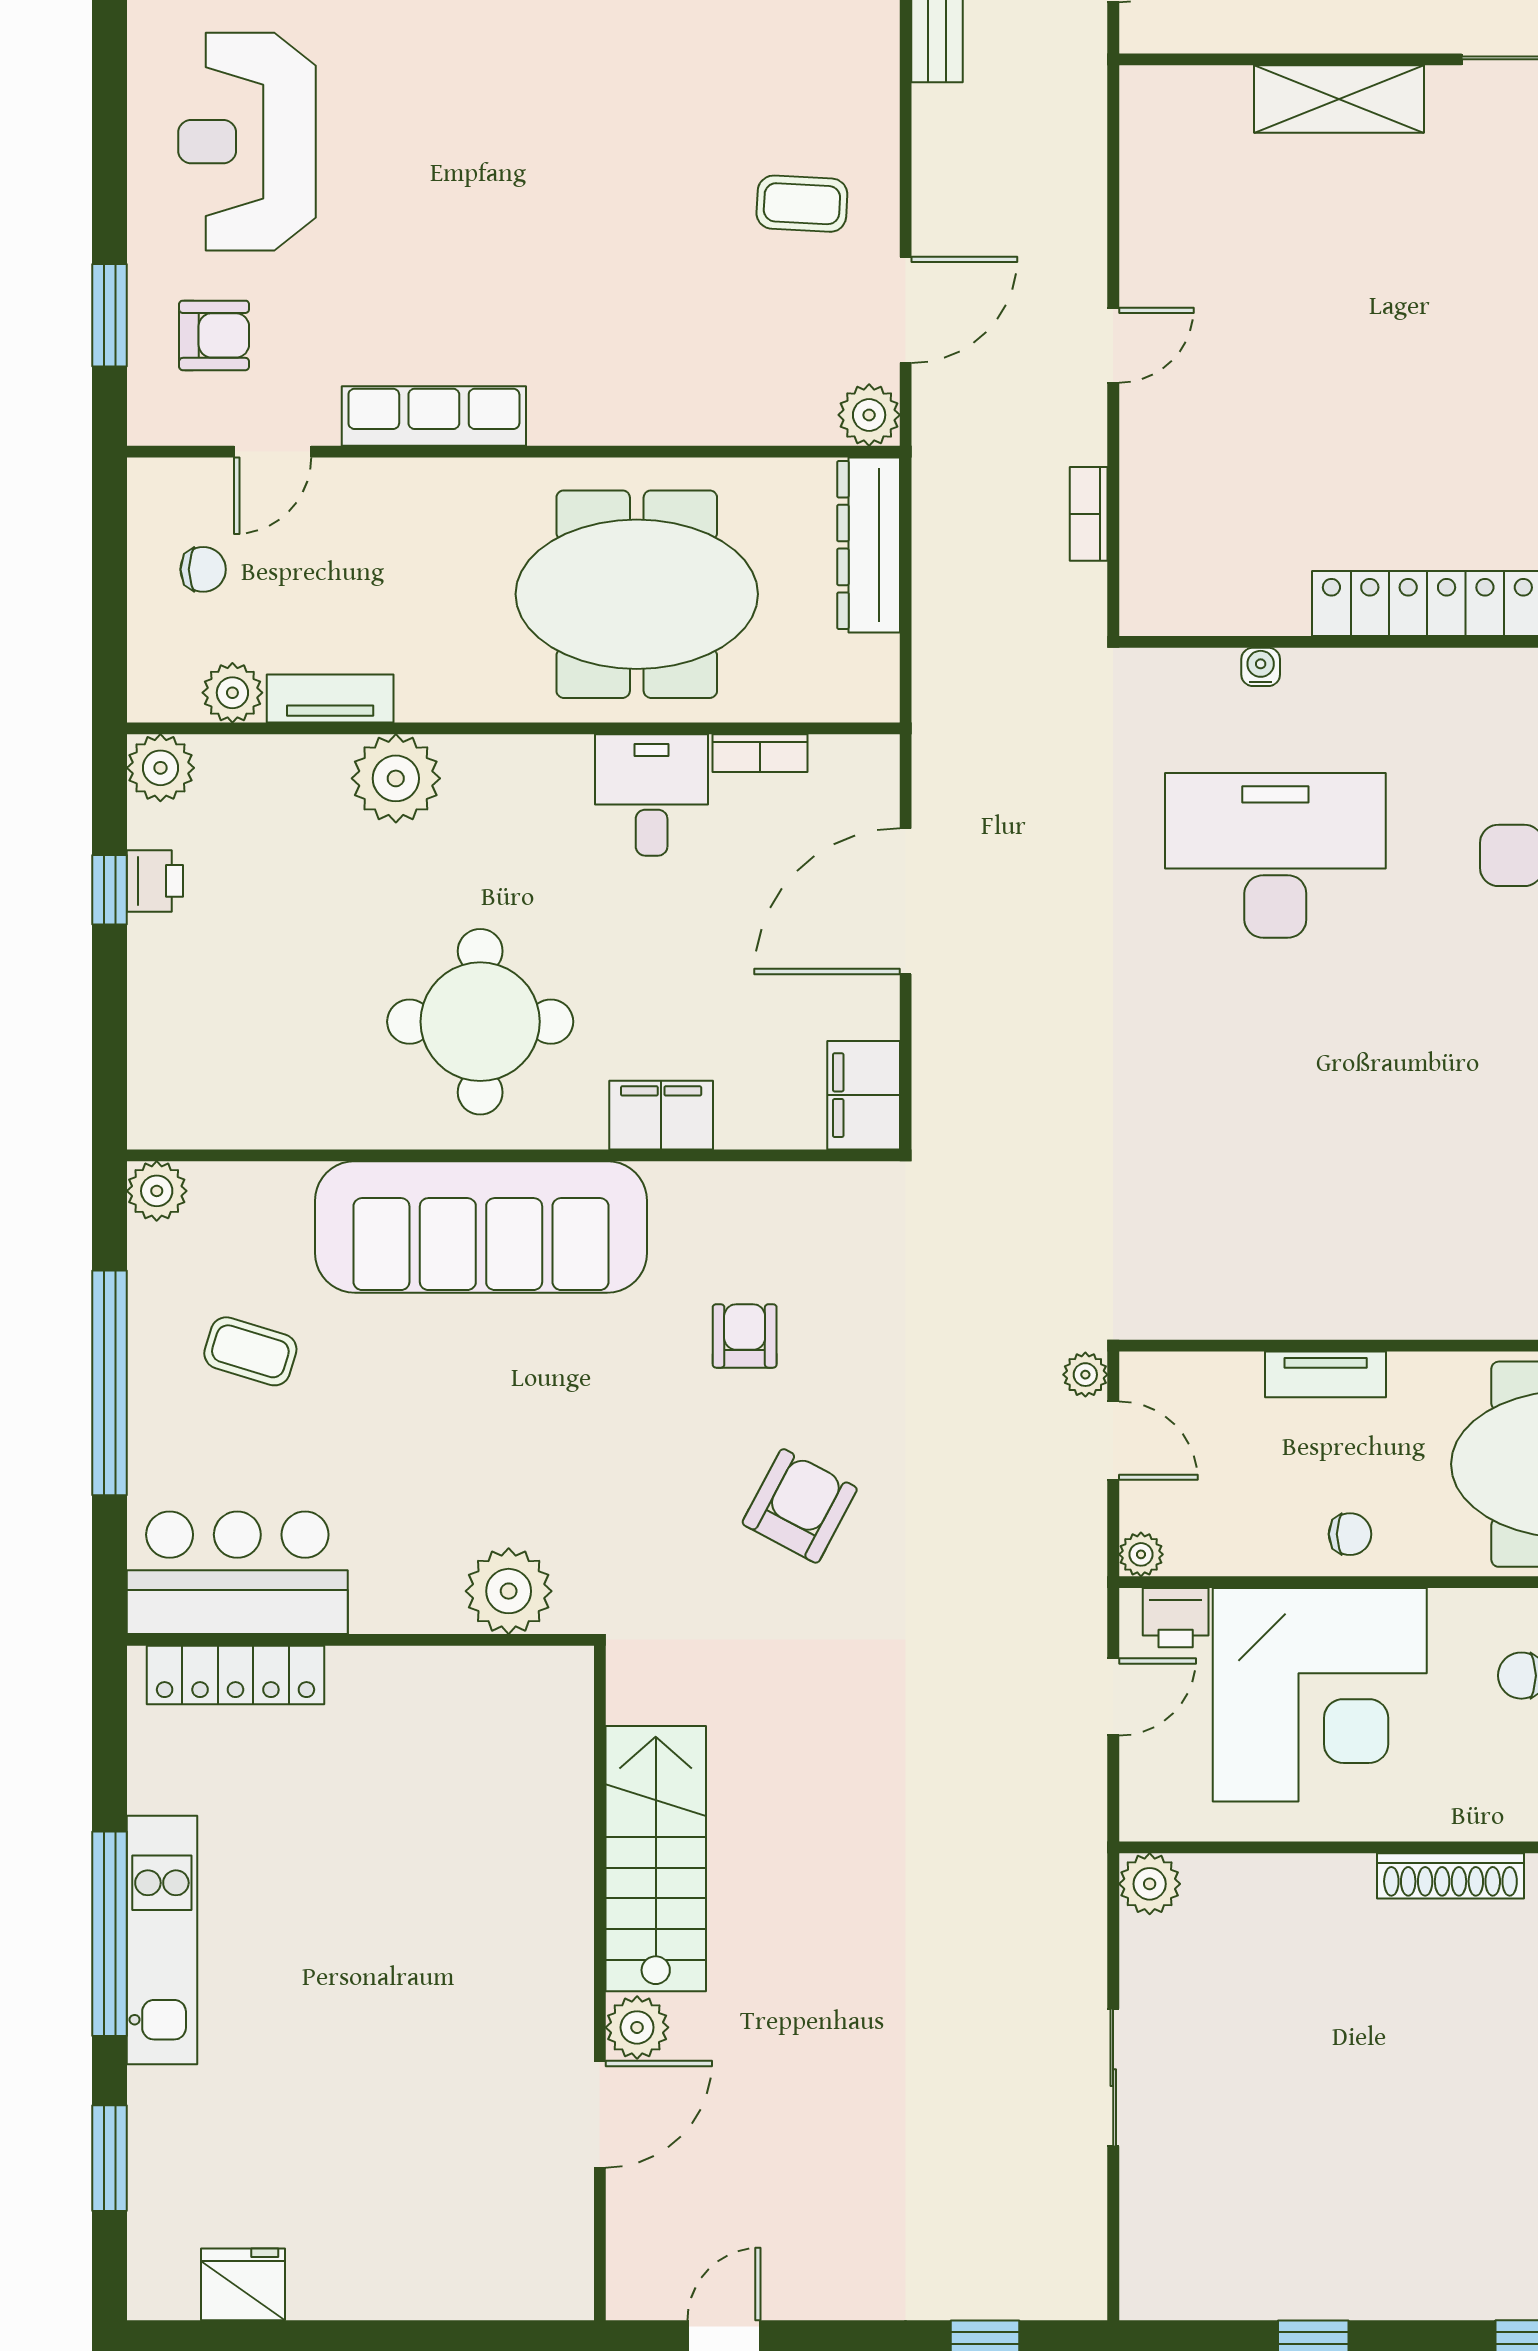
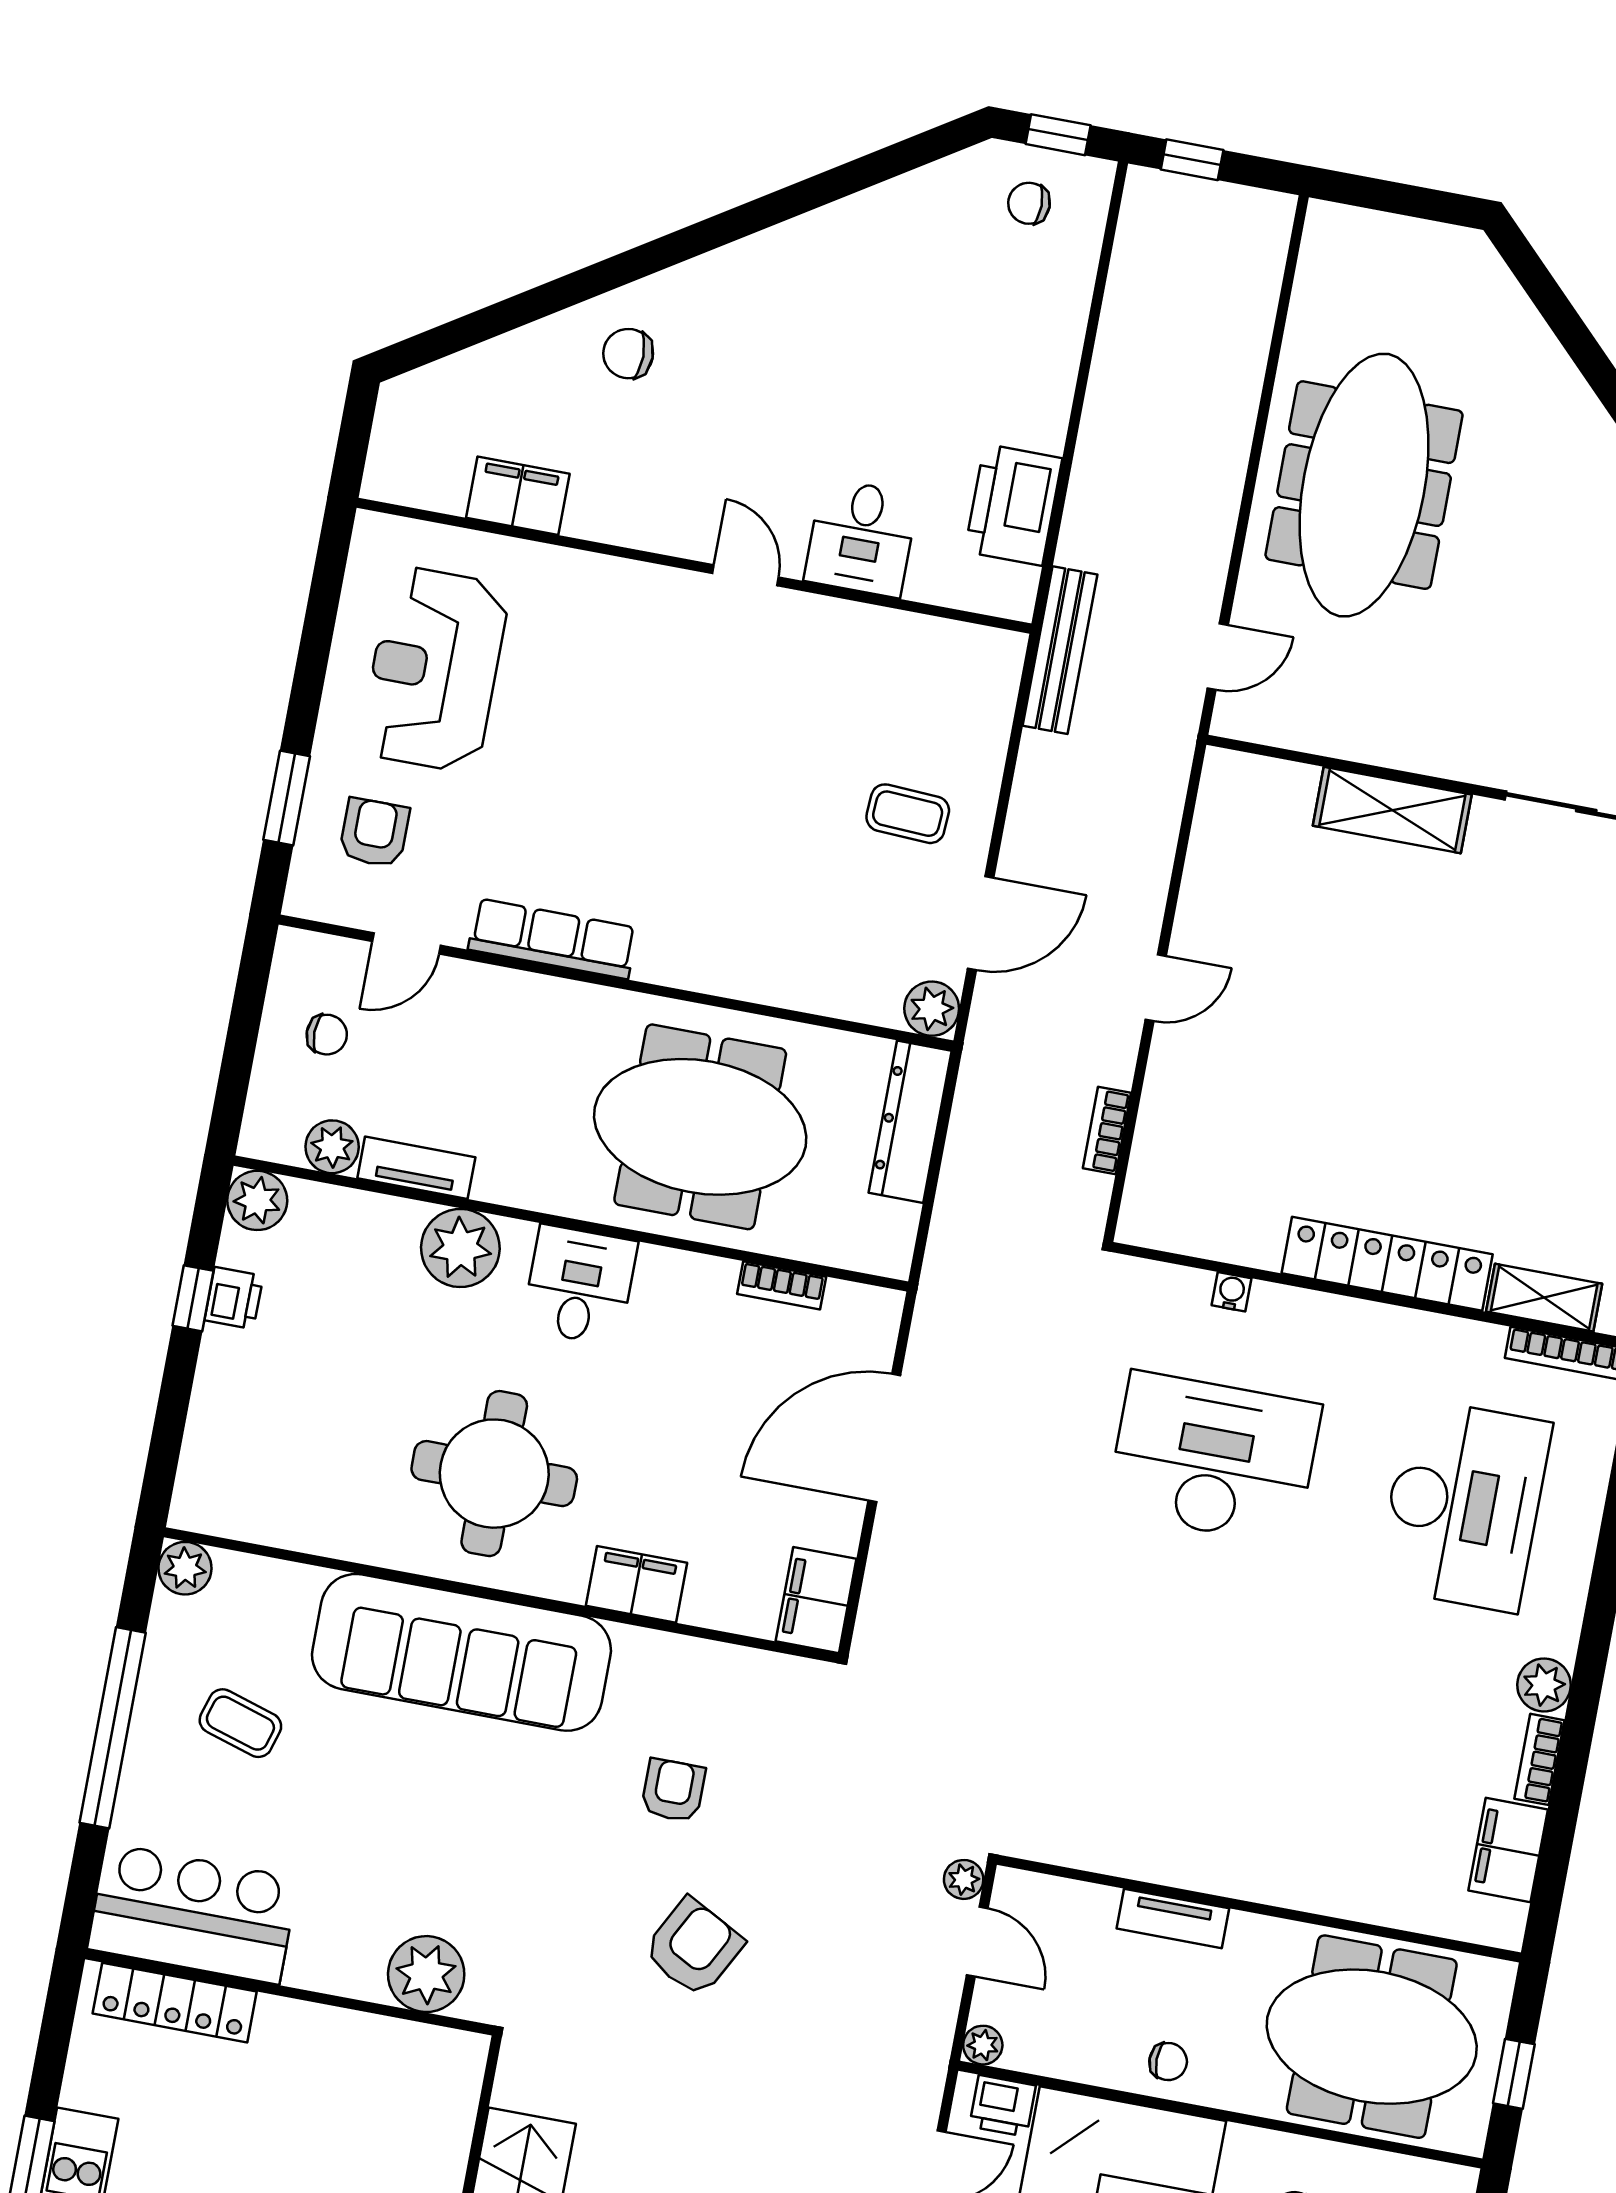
armchair: (214, 335) -> (374, 833), turned -90
desk: (652, 795) -> (580, 1285), moved

